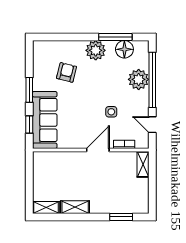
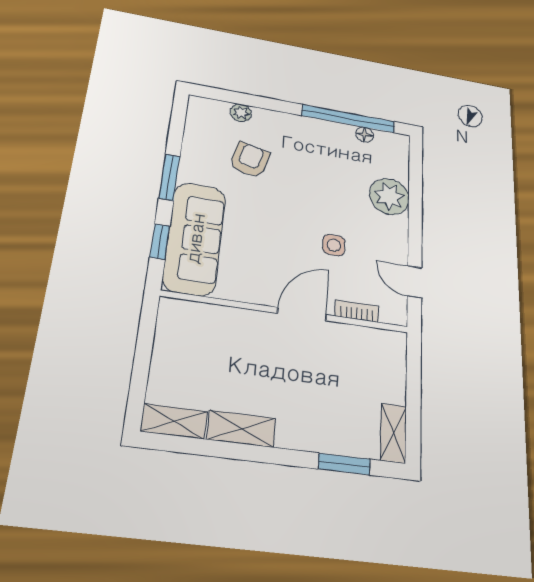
window: (115, 37) -> (348, 119), width x1.46
floor lamp: (124, 49) -> (365, 135), width x0.53, depth x0.53
plant: (96, 50) -> (241, 113), moved, width x0.53, depth x0.53
window: (152, 80) -> (415, 202), removed
shelving: (143, 164) -> (393, 433), moved

